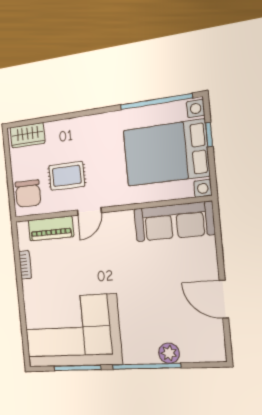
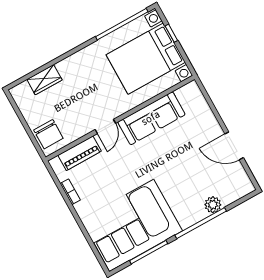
wardrobe: (27, 135) -> (44, 80), moved
rug: (67, 176) -> (75, 107), removed
sofa: (174, 221) -> (151, 118), moved

